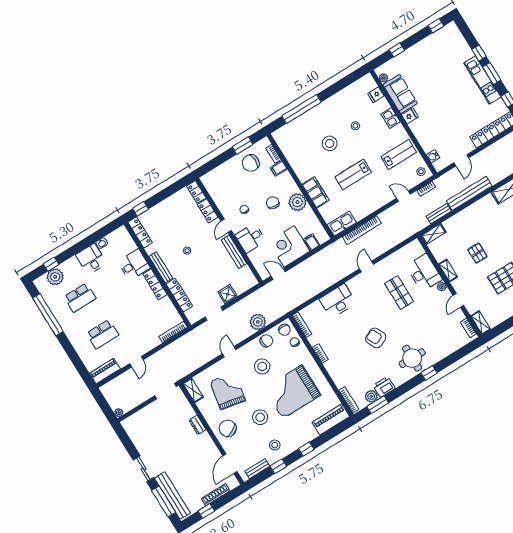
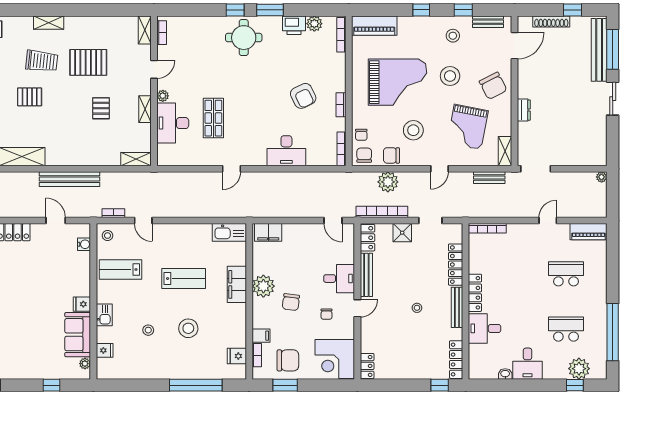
fridge: (286, 145) -> (237, 356), added
door: (461, 160) -> (56, 221), hinge flipped
locker: (208, 211) -> (367, 238), moved
bench: (439, 214) -> (489, 178), moved
bookcase: (362, 230) -> (382, 212), moved
filing cabinet: (312, 242) -> (268, 232), width x2.00
corner desk: (289, 246) -> (335, 359), moved, turned 90
armchair: (376, 338) -> (303, 96), moved
window: (378, 405) -> (270, 10), moved

